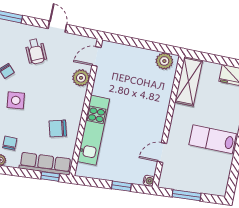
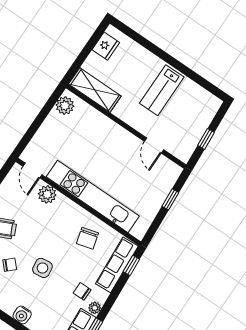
kitchen unit: (93, 130) -> (93, 196), width x1.36
water cooler: (149, 181) -> (176, 170), removed
window: (187, 195) -> (206, 139), width x0.67

